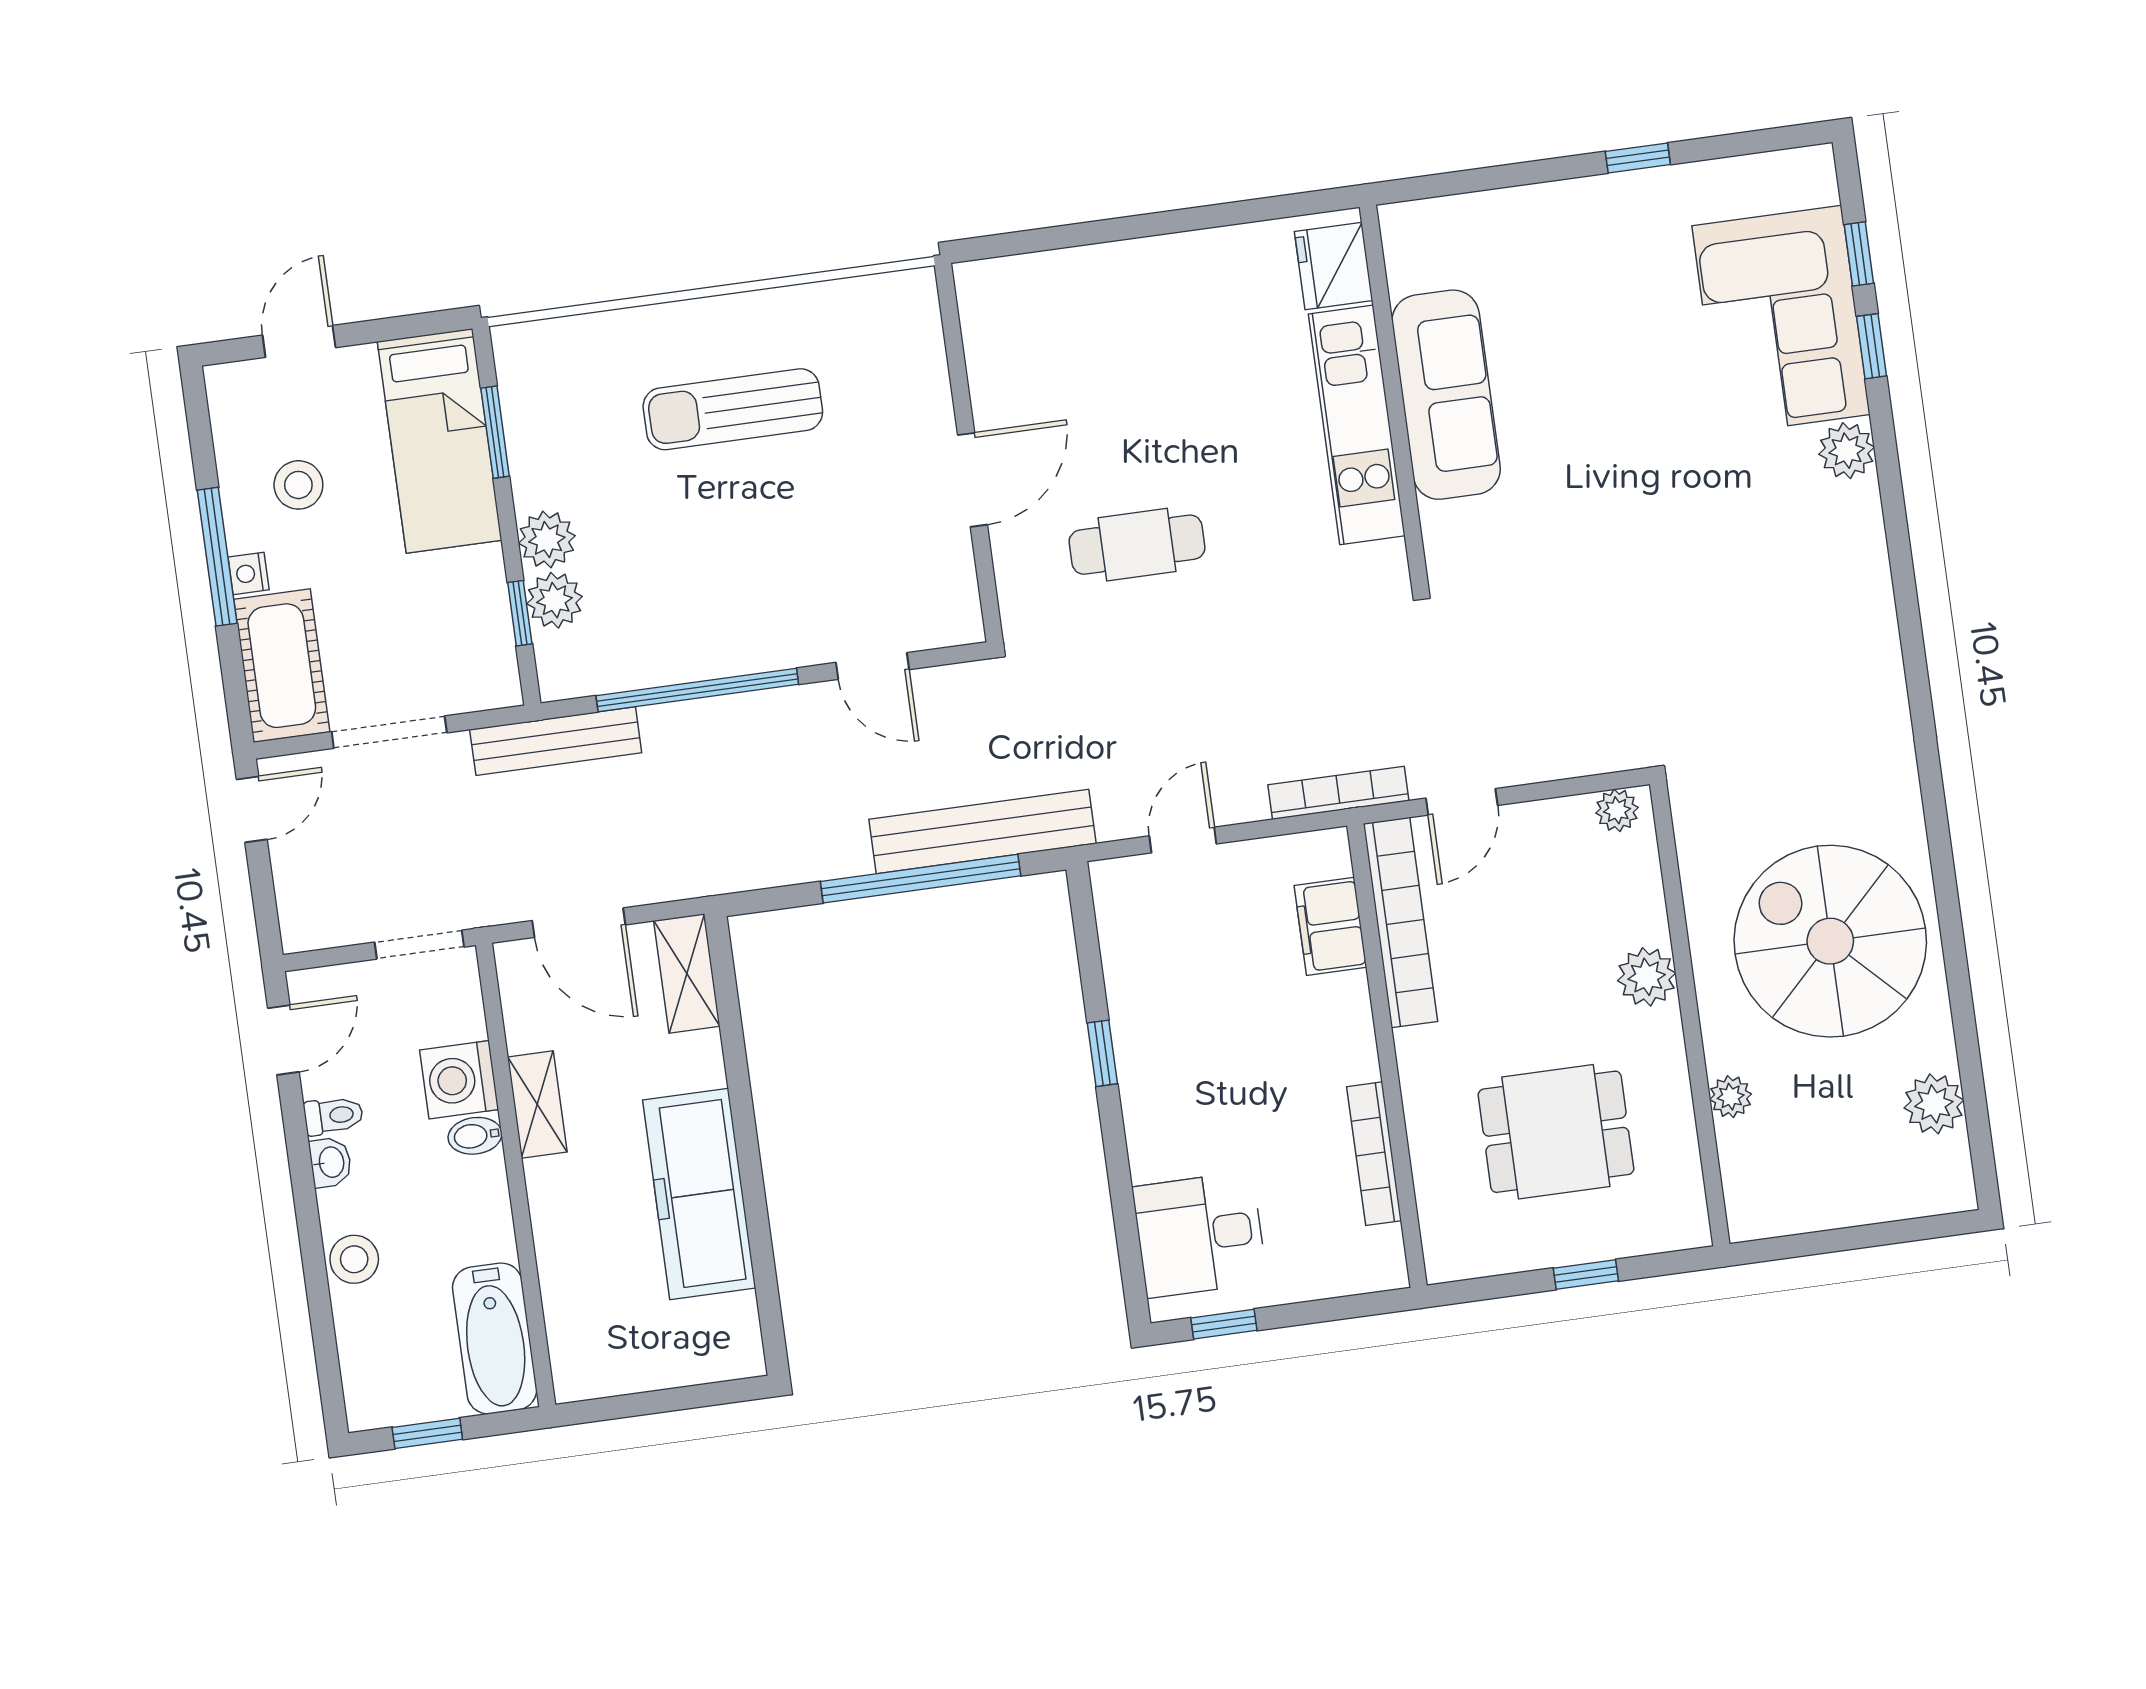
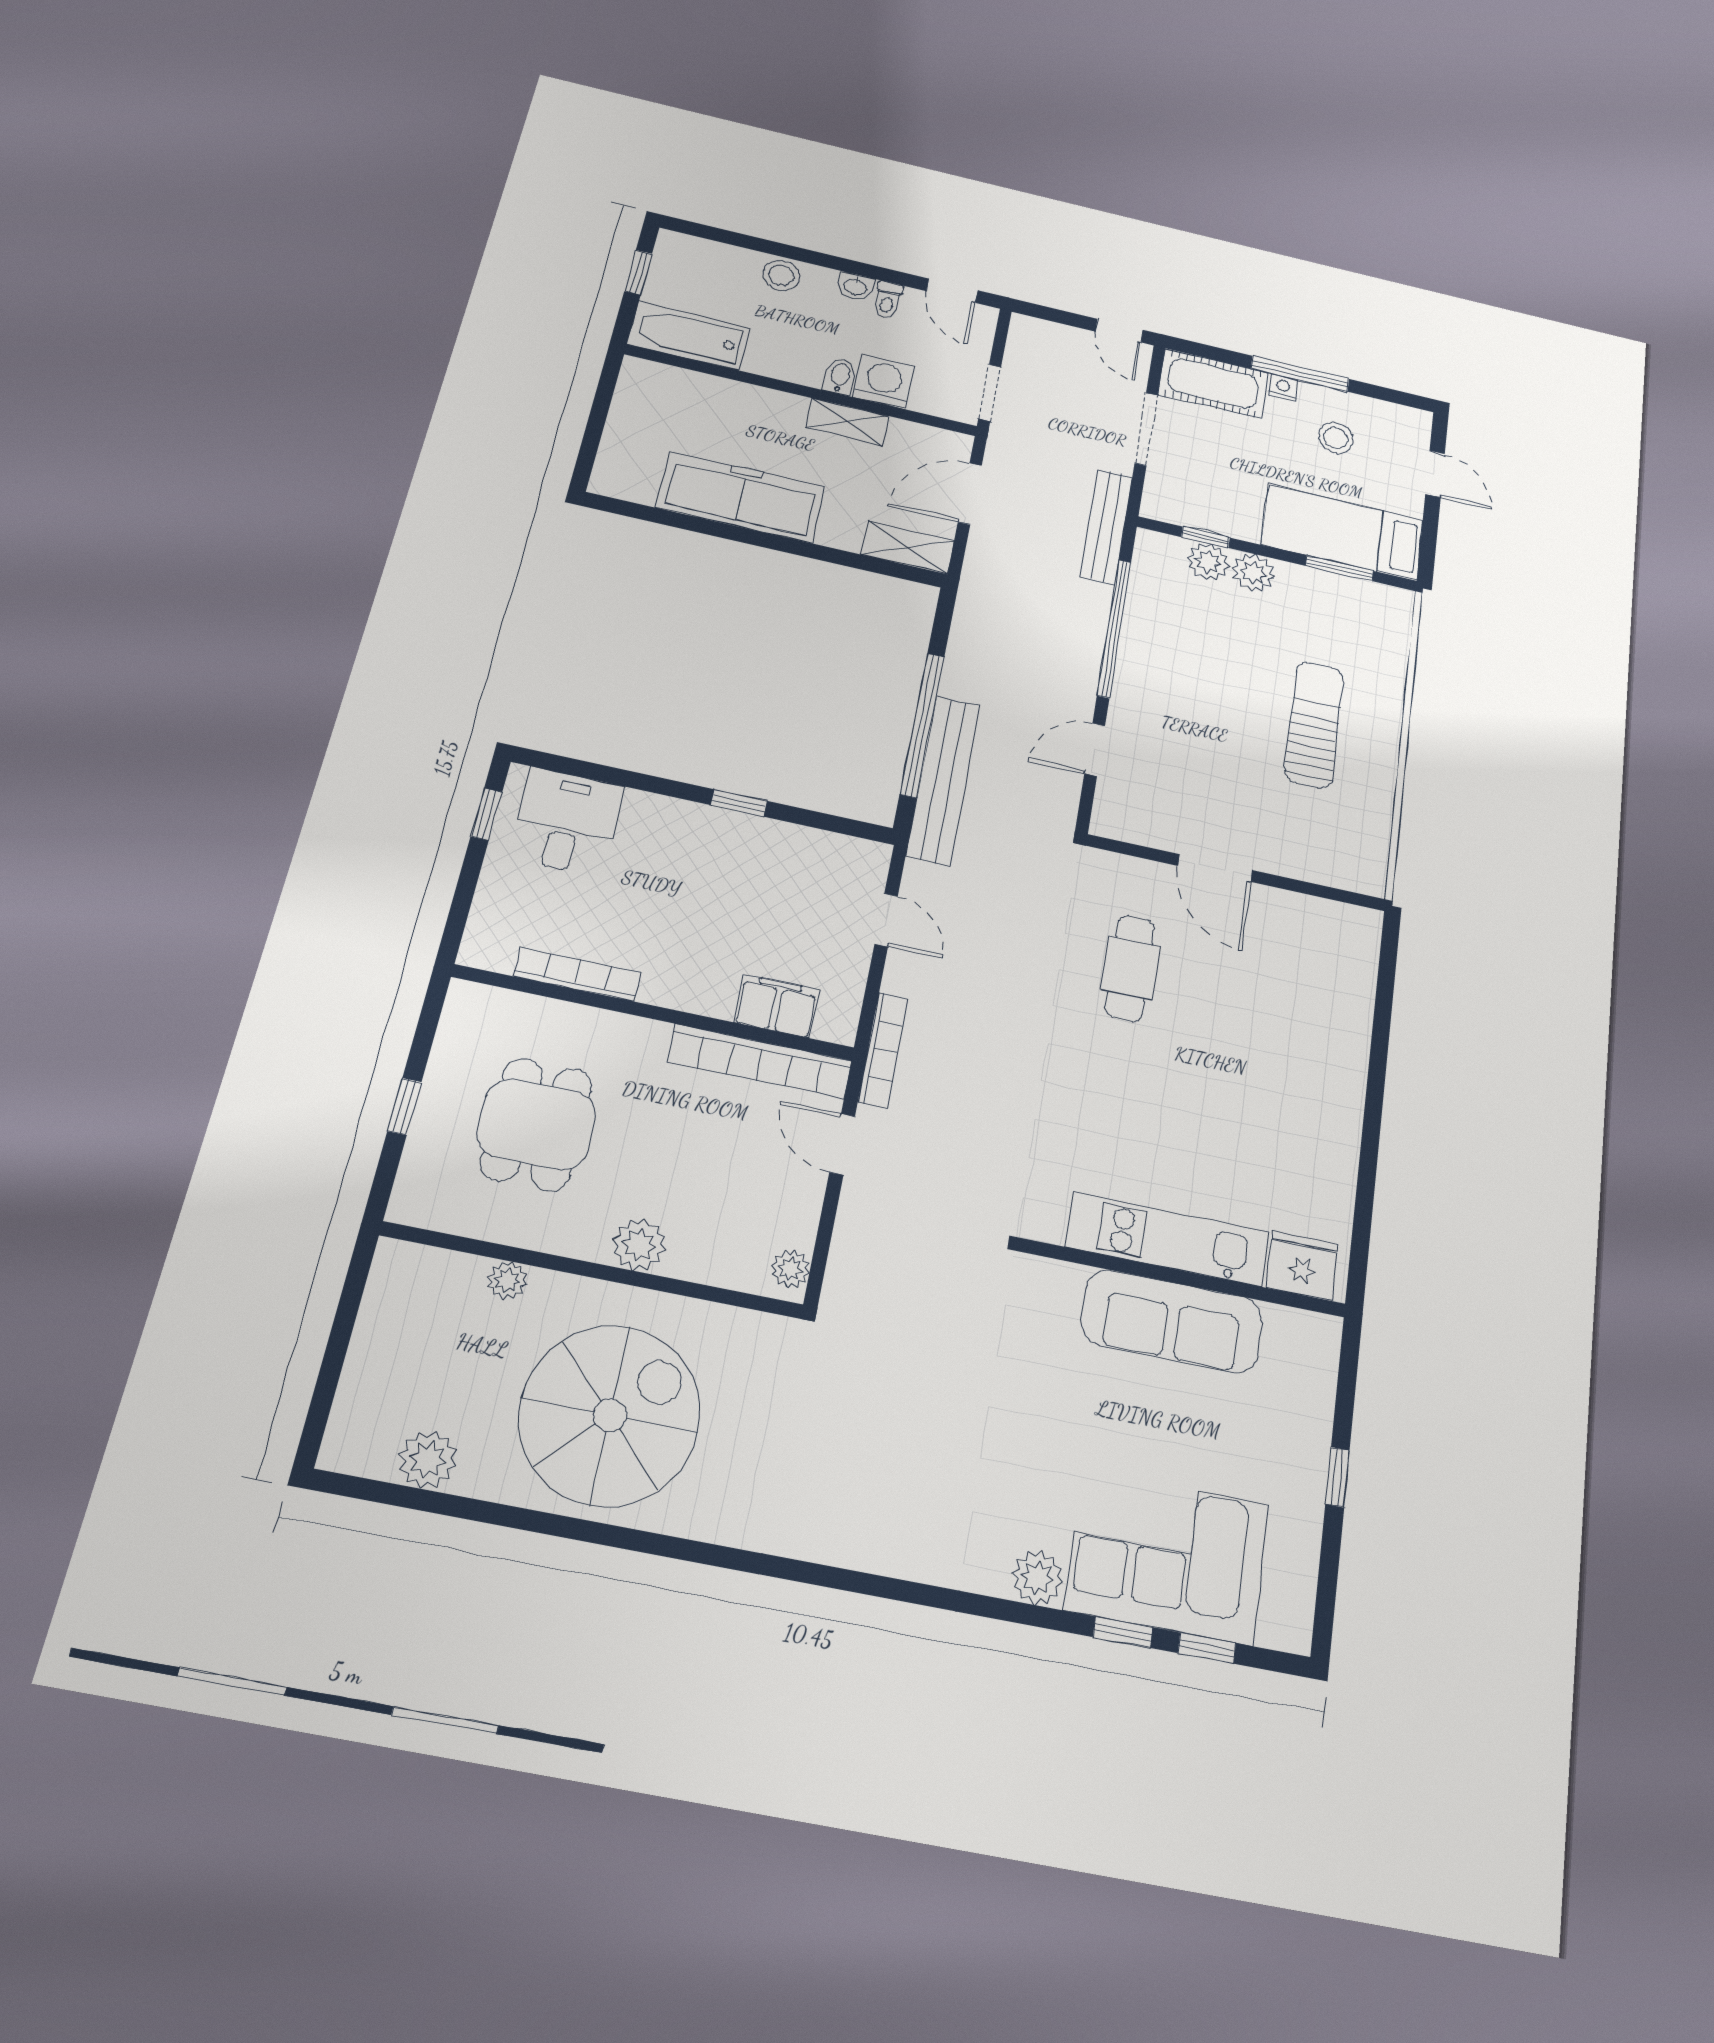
fridge: (1334, 266) -> (1302, 1266), moved
wall: (1394, 394) -> (1184, 1278), moved
sofa: (1446, 395) -> (1172, 1321), moved
kitchen unit: (1357, 425) -> (1168, 1239), moved

